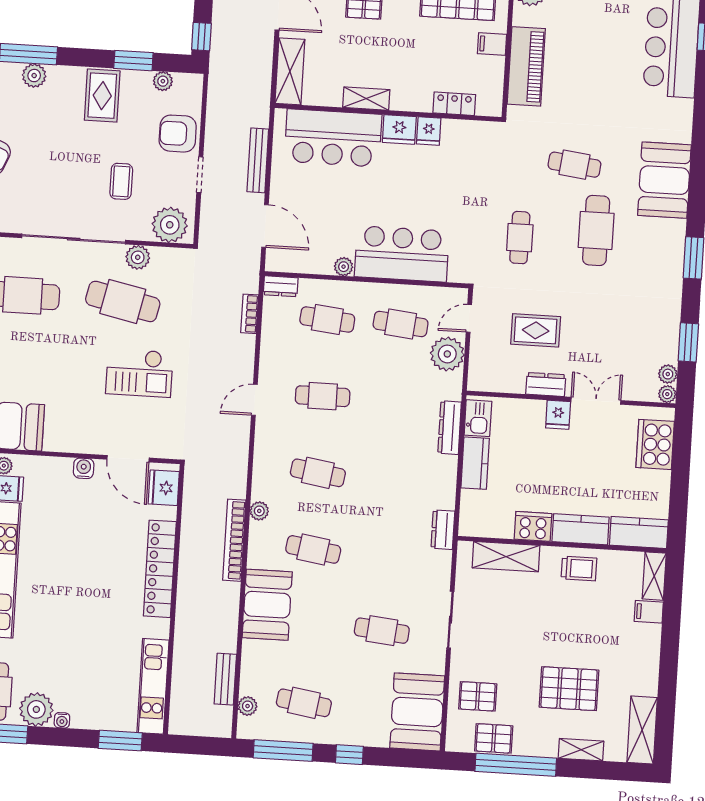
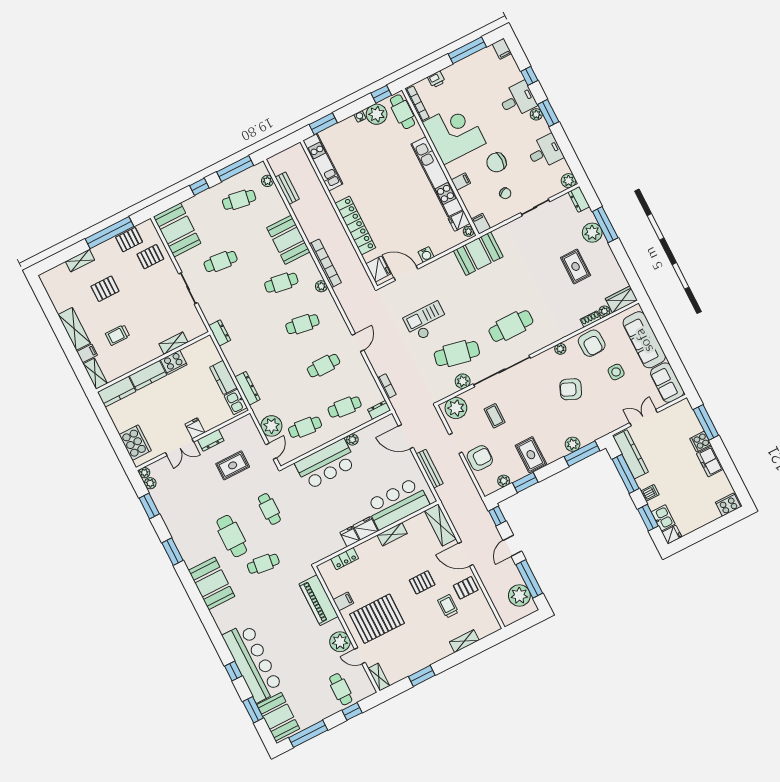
shelving: (506, 557) -> (173, 343), width x0.67, depth x0.75
trolley: (579, 569) -> (118, 335), moved
pallet: (569, 689) -> (105, 289), width x0.67, depth x0.71
shelving: (642, 730) -> (74, 329), moved

